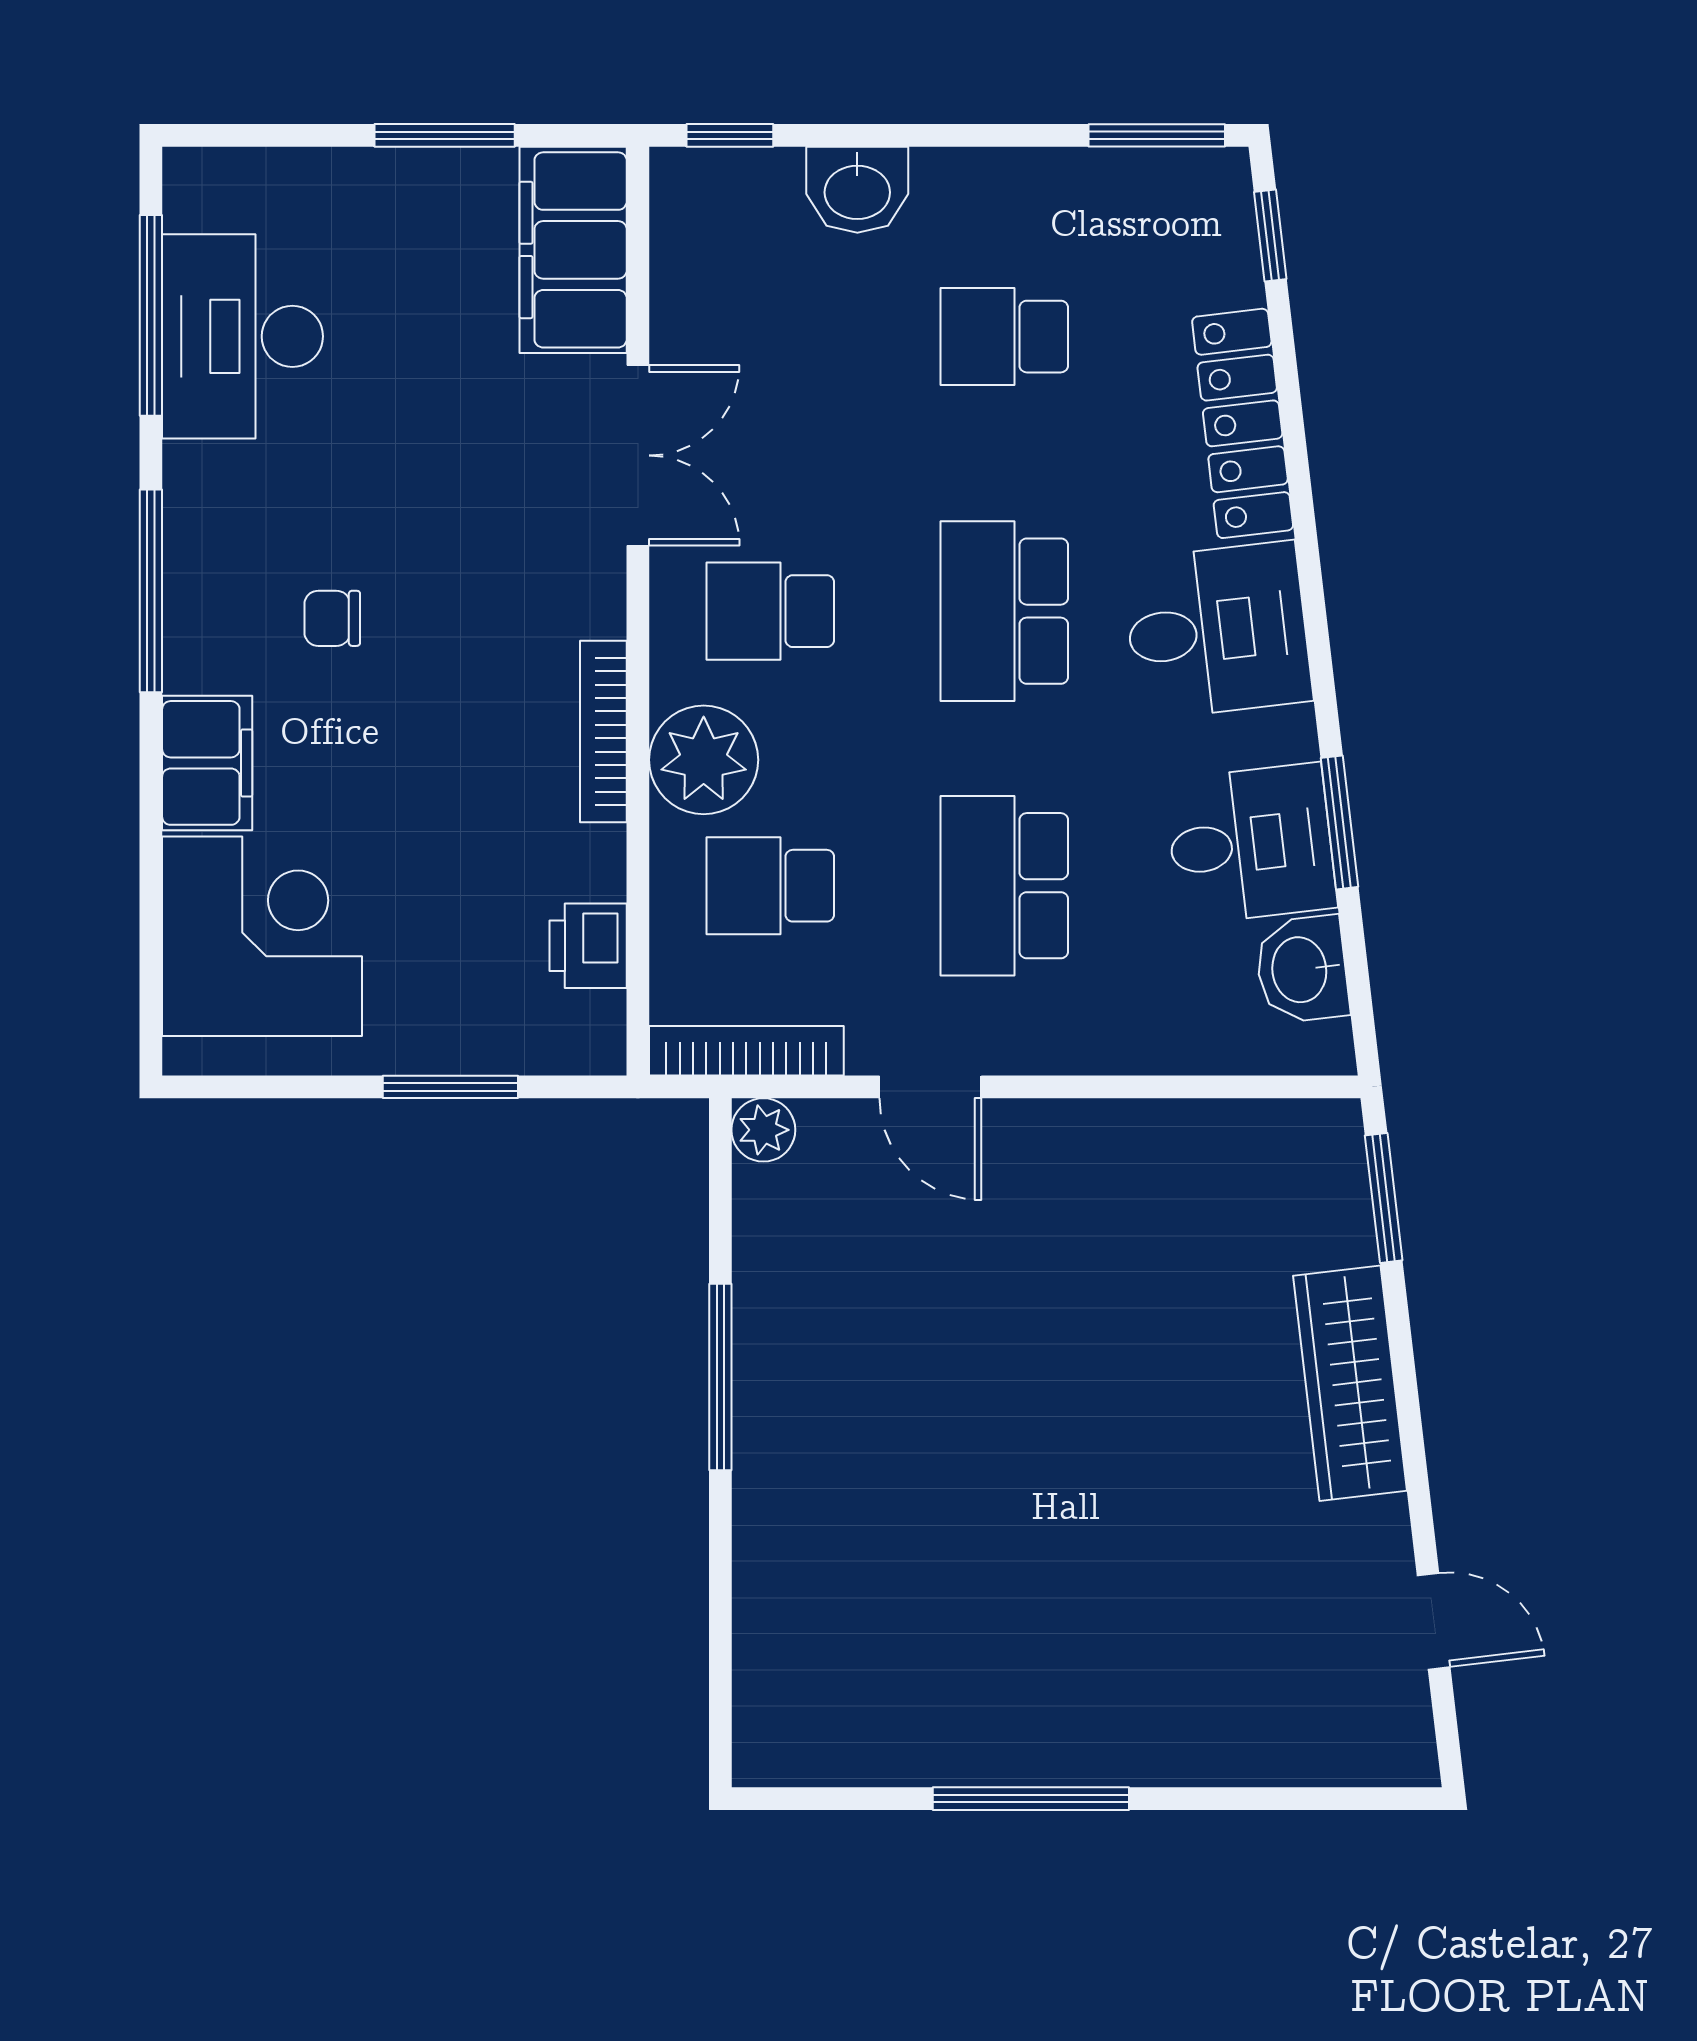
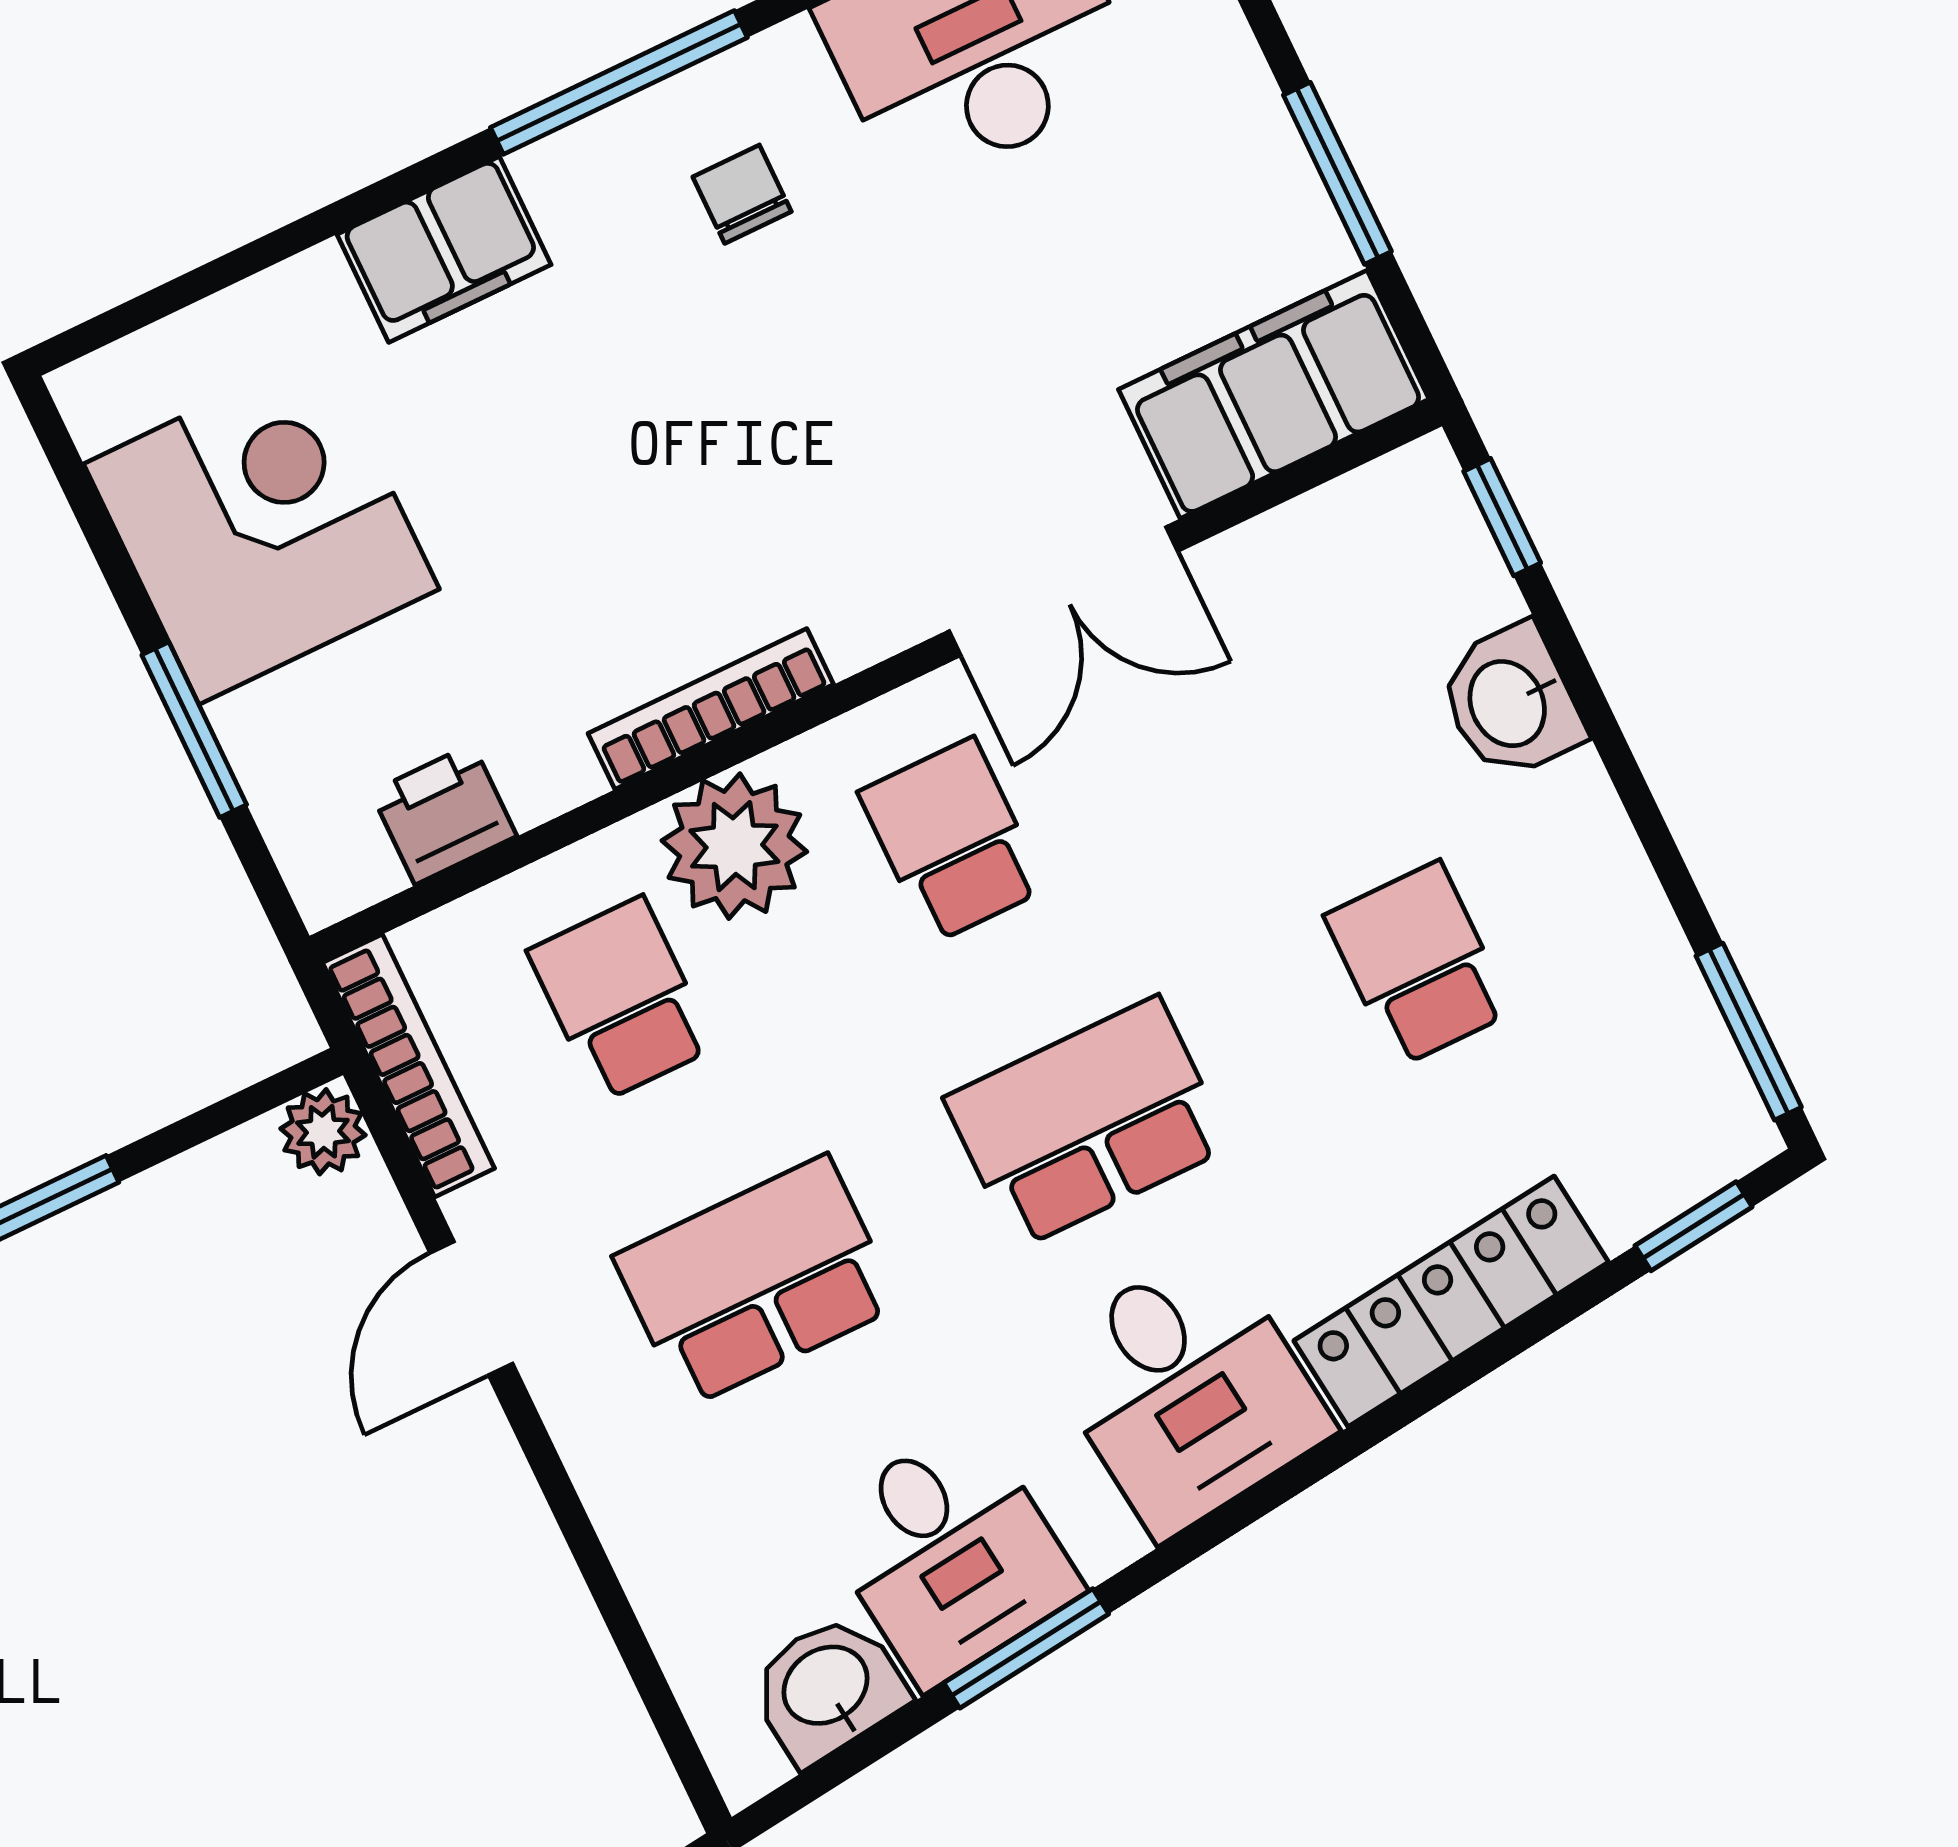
chair: (332, 618) -> (742, 194), moved
corner desk: (262, 936) -> (262, 526), moved, turned -90

